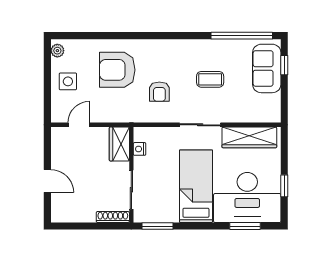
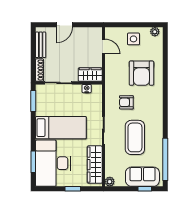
armchair: (117, 70) -> (141, 73), turned 180
coffee table: (210, 79) -> (135, 137), width x1.86, depth x1.72
plant: (274, 116) -> (110, 182), added
window: (284, 186) -> (73, 189), moved
bench: (76, 215) -> (41, 45), added

